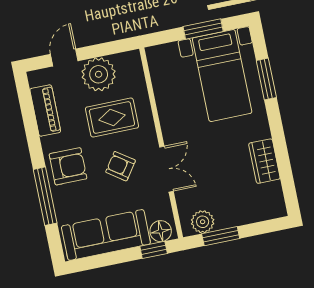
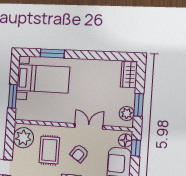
window: (203, 29) -> (13, 96), moved
plant: (99, 74) -> (23, 138), moved
wardrobe: (264, 161) -> (129, 75), moved, turned 90

